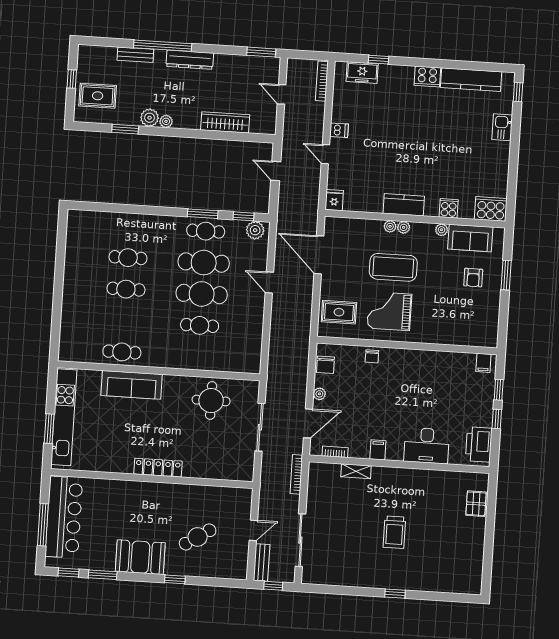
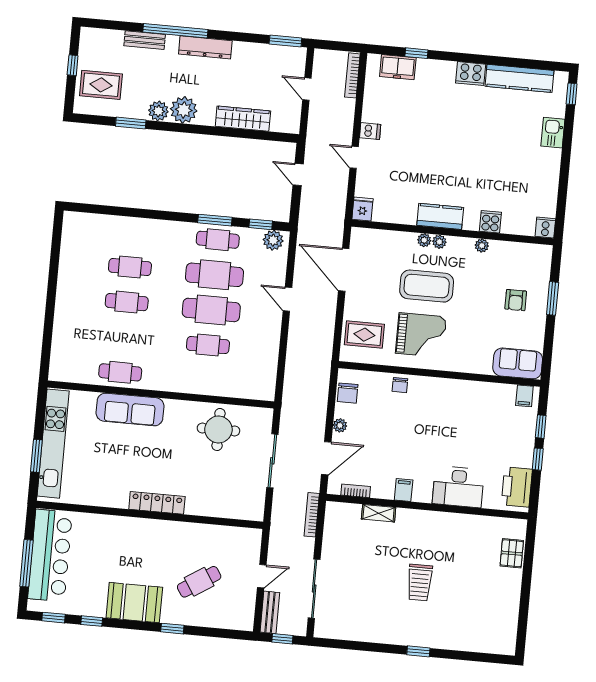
plant: (166, 121) -> (184, 110), width x1.88, depth x1.88
cooker: (491, 209) -> (545, 228), width x0.53, depth x0.76
sofa: (470, 238) -> (518, 363), moved, turned 180
grand piano: (389, 311) -> (421, 335), turned 180
window: (103, 575) -> (92, 621), width x0.67

